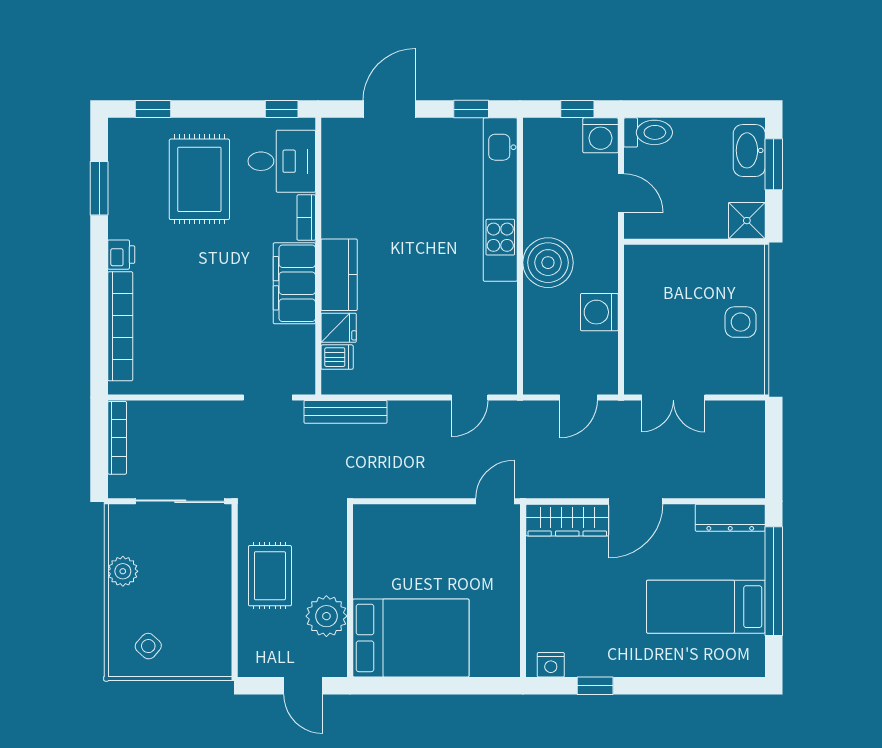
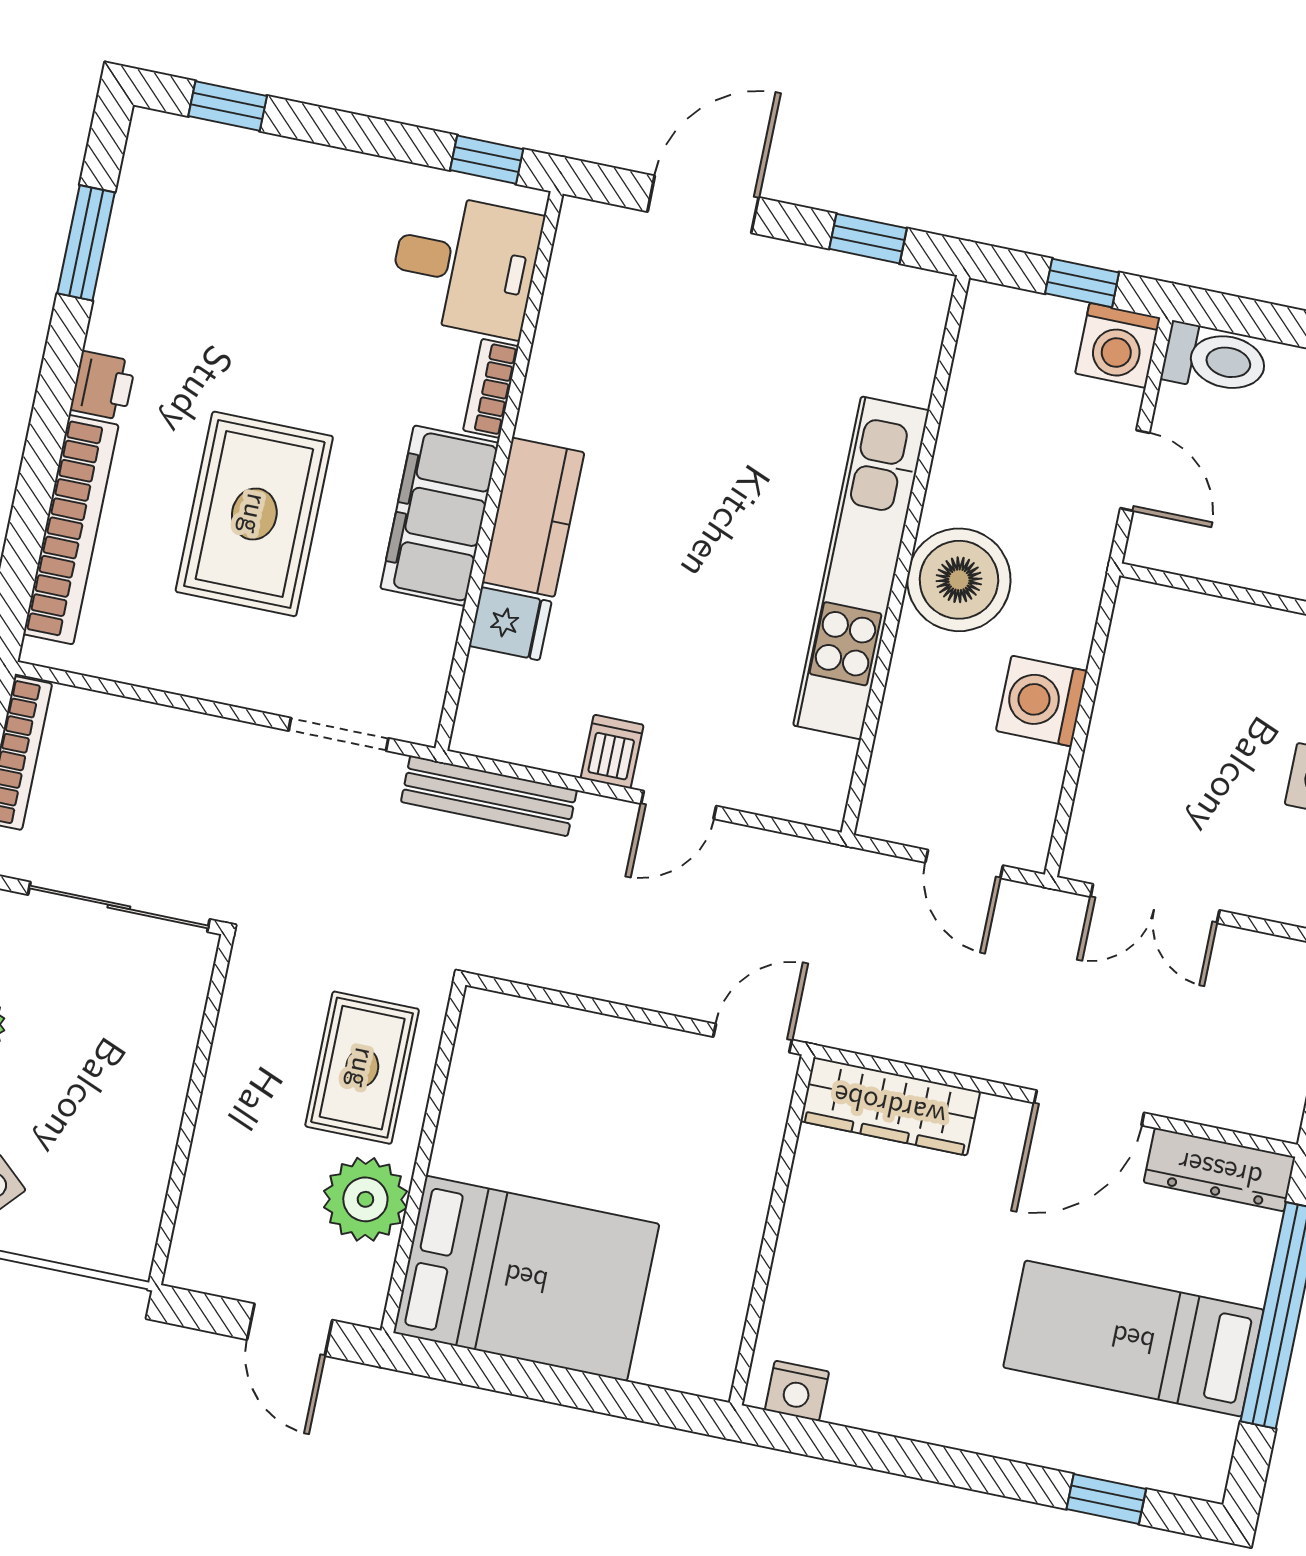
rug: (199, 179) -> (254, 514), moved
kitchen unit: (500, 200) -> (861, 568), moved
dishwasher: (337, 357) -> (612, 752), moved, turned -90
door: (470, 397) -> (679, 805), moved
door: (578, 397) -> (964, 864), hinge flipped
door: (636, 501) -> (1089, 1108), moved
rug: (270, 576) -> (362, 1068), moved
window: (595, 686) -> (1106, 1499), moved

